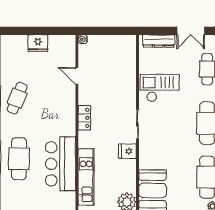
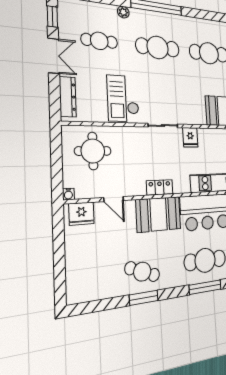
fridge: (38, 43) -> (81, 214), moved, turned 90
round table: (116, 60) -> (93, 151), added
door: (77, 76) -> (114, 199), hinge flipped
booth: (62, 115) -> (158, 214), added

